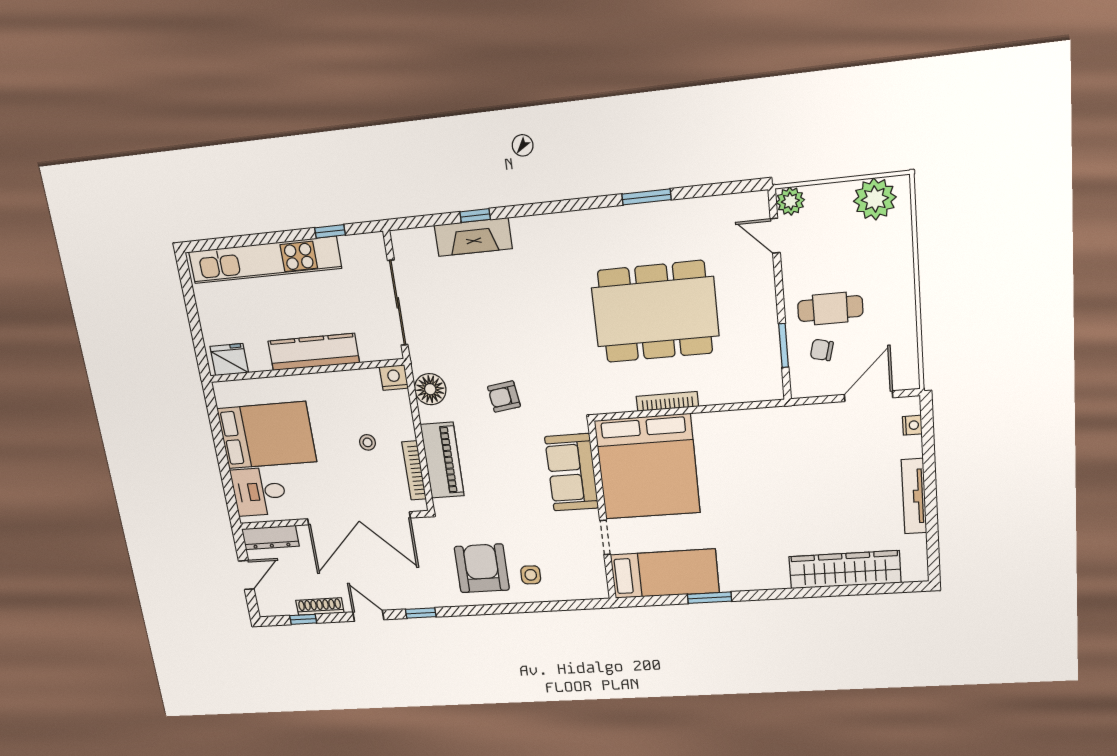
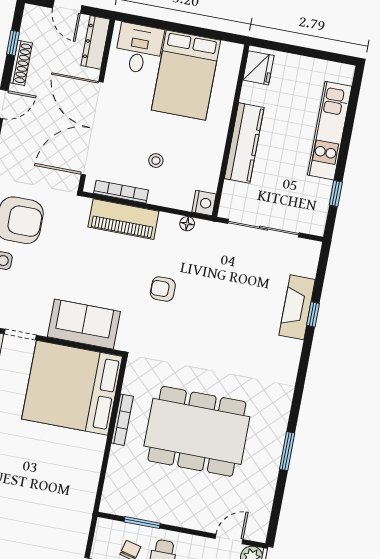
kitchen unit: (265, 260) -> (330, 131), width x0.73
dining table: (655, 312) -> (197, 431), turned 90
floor lamp: (430, 389) -> (187, 224), width x0.53, depth x0.53
armchair: (504, 397) -> (163, 289), turned -82

